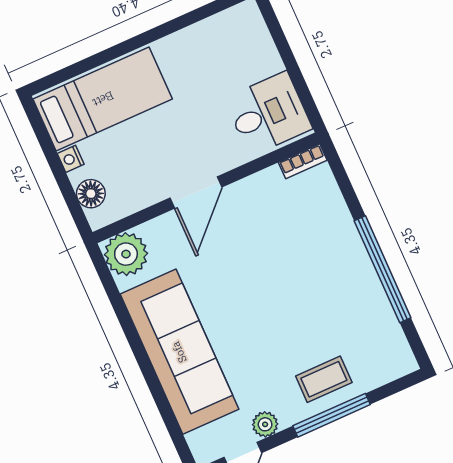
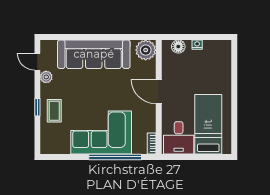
bed: (103, 99) -> (208, 124), moved, turned 180
corner sofa: (325, 269) -> (101, 133), added
window: (383, 269) -> (115, 157), moved
window: (332, 415) -> (37, 107), width x0.46

